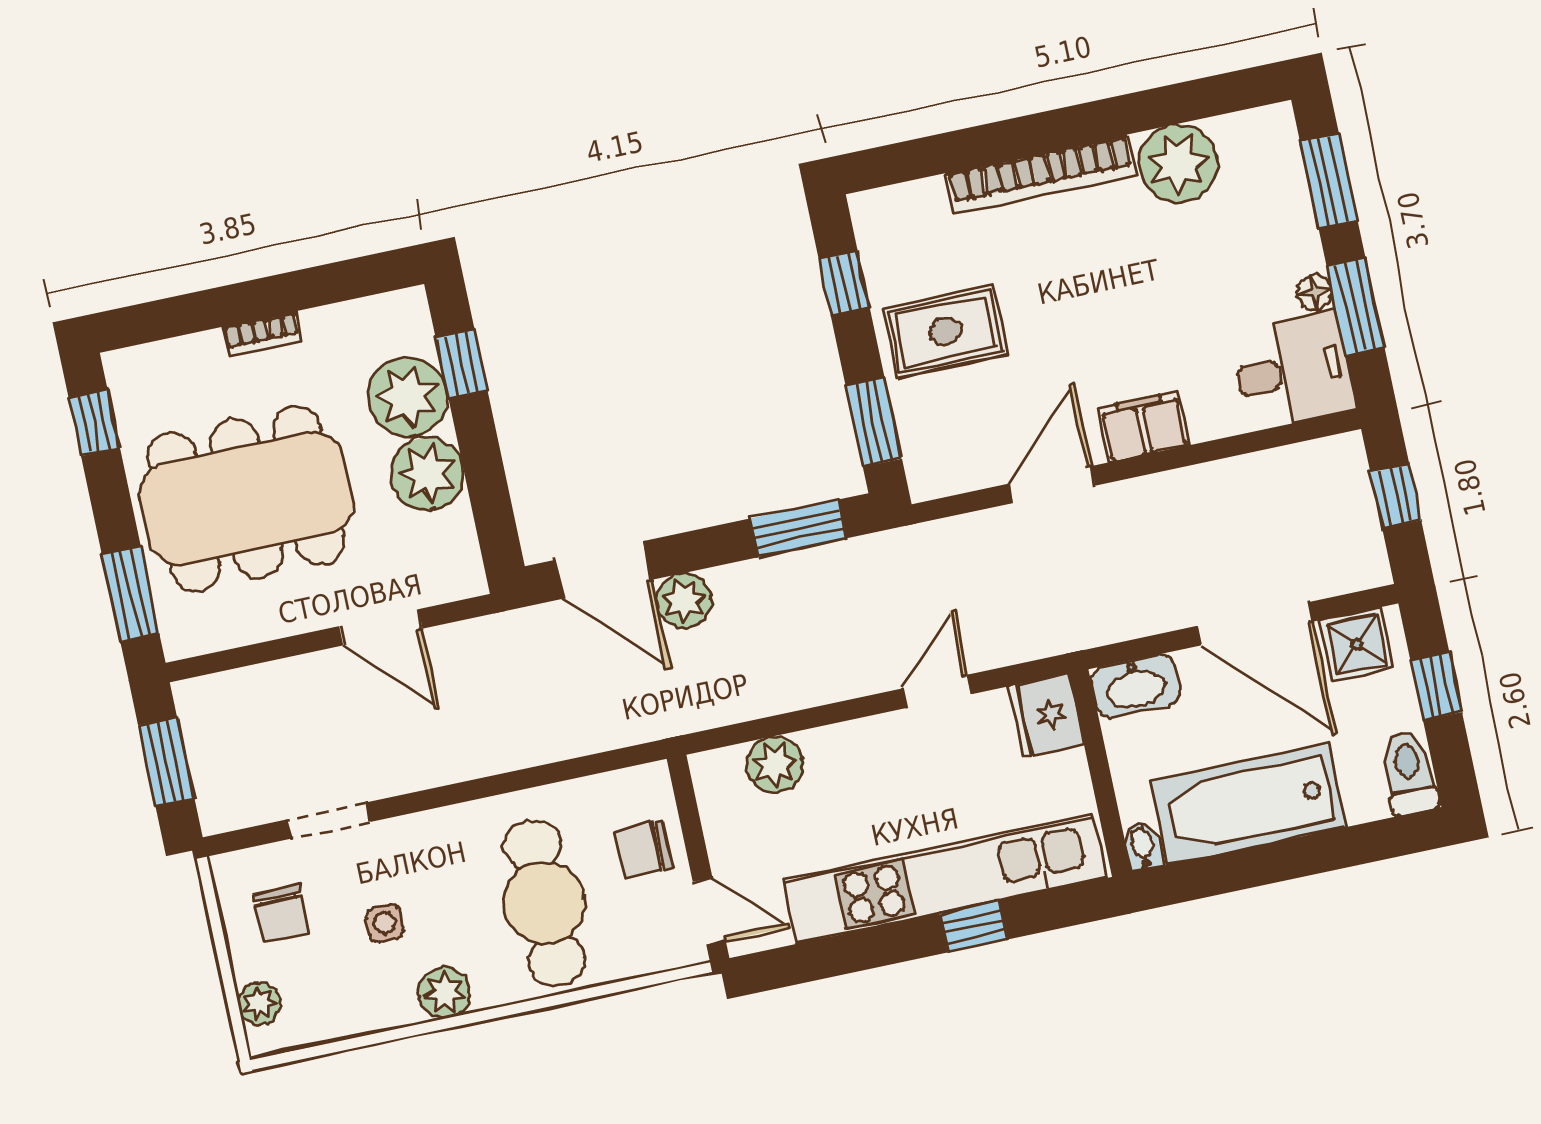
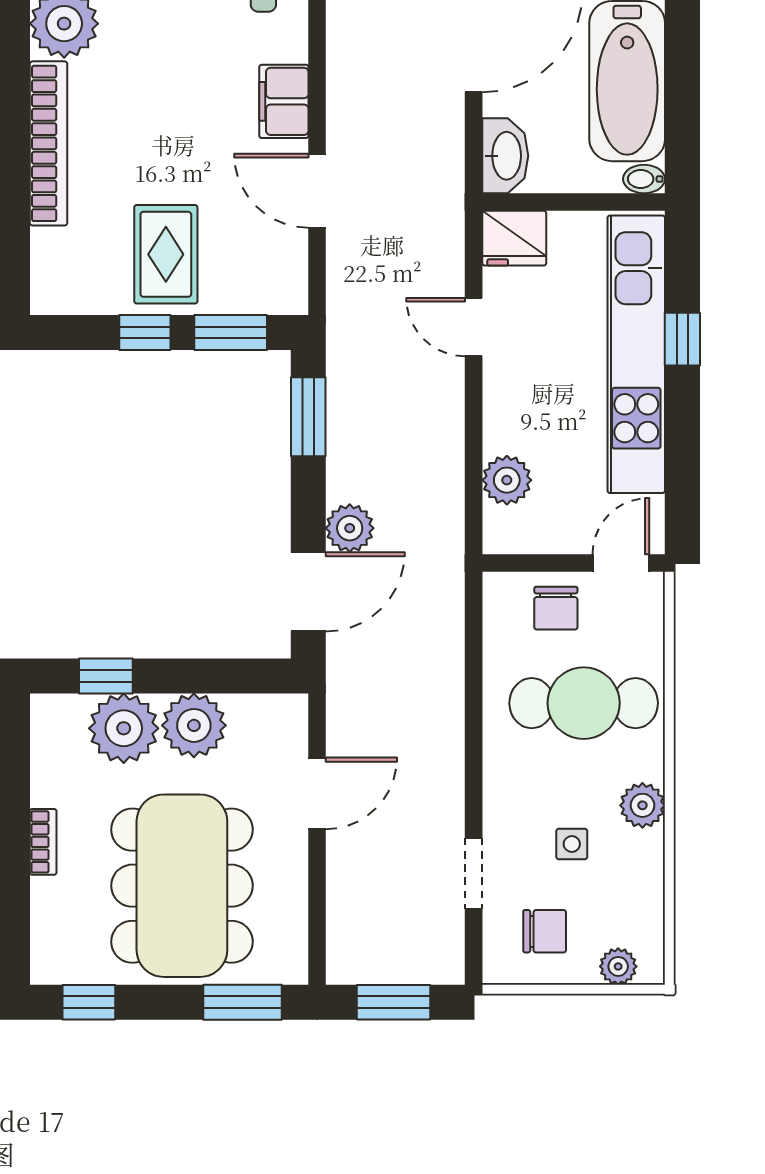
window: (844, 283) -> (145, 332), moved

